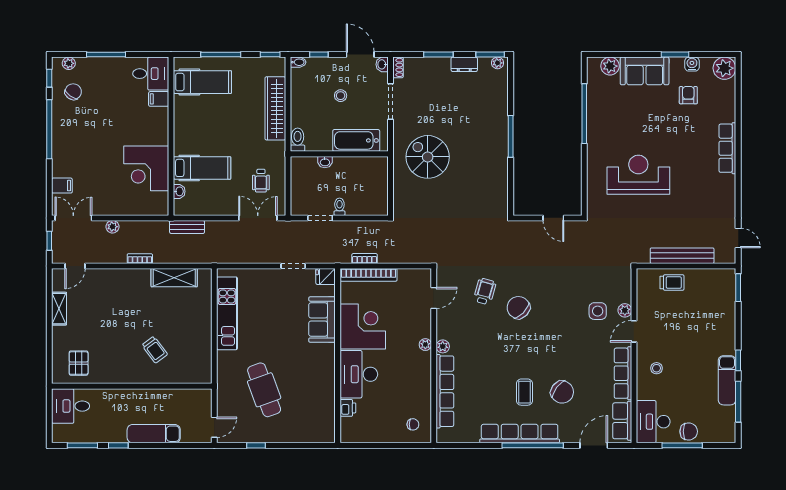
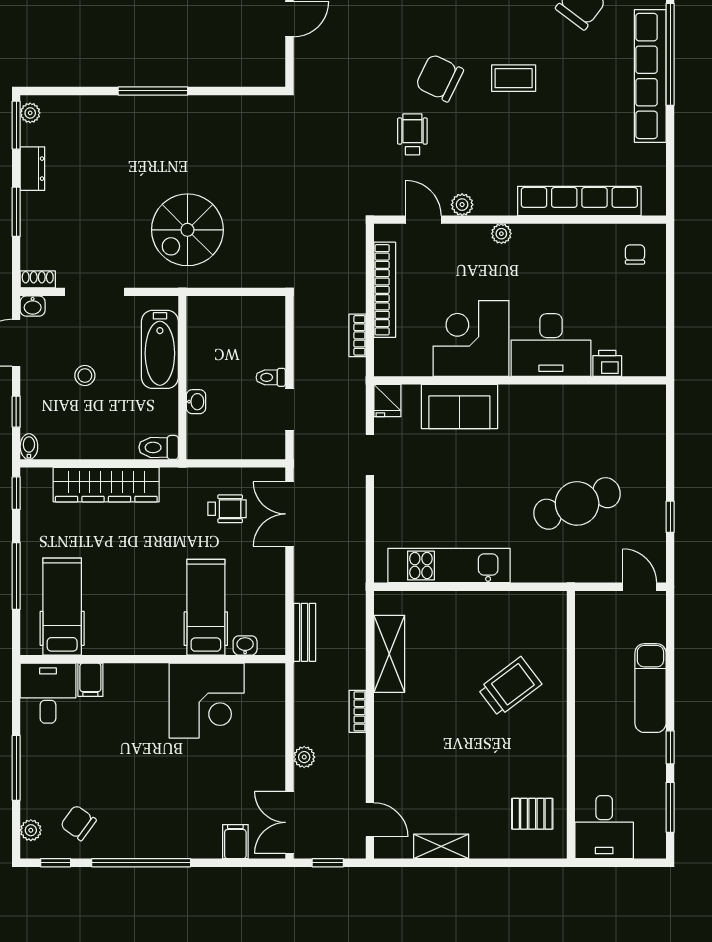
bookcase: (369, 275) -> (385, 290), moved
wheelchair: (485, 291) -> (412, 134), turned 74
chair: (518, 308) -> (439, 78), turned 72
plant: (443, 346) -> (462, 205), moved
trolley: (155, 350) -> (510, 687), width x1.36, depth x1.39
coffee table: (524, 392) -> (514, 78), moved

